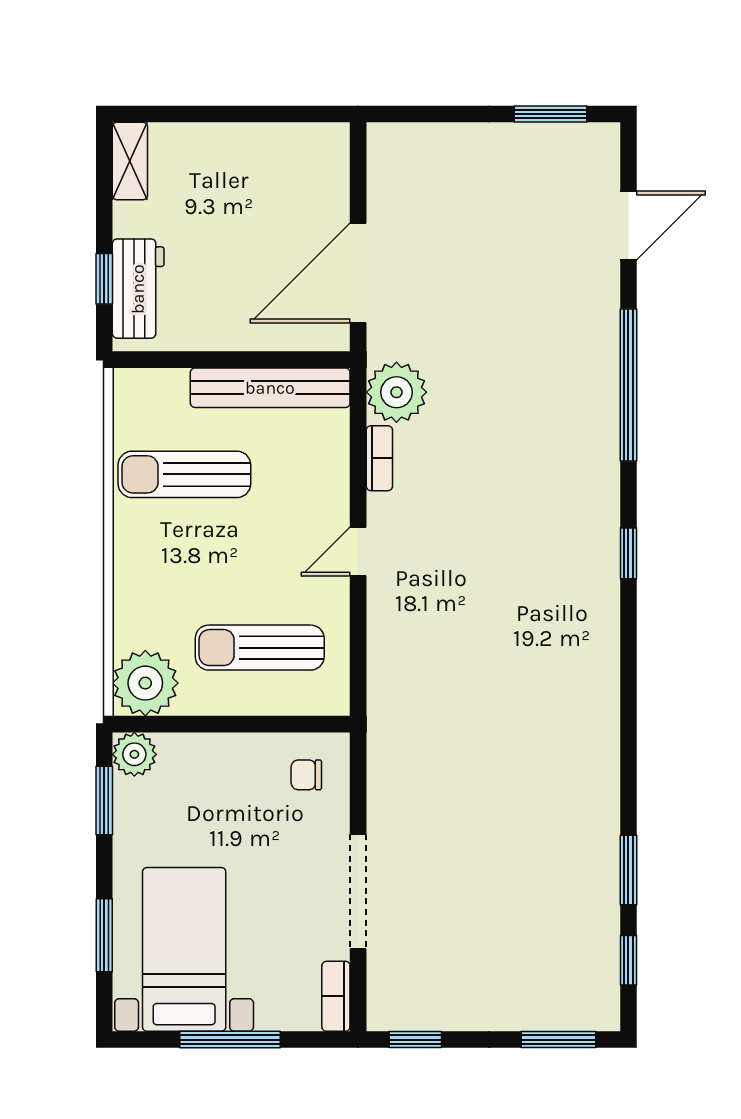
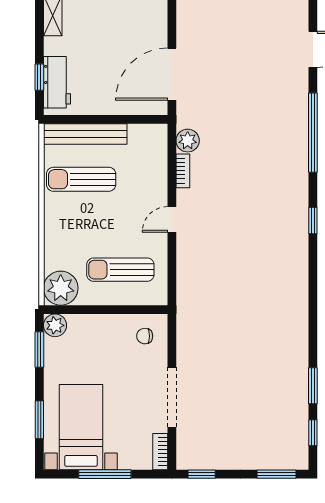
bench: (270, 388) -> (85, 134), moved
plant: (396, 392) -> (188, 141), width x0.73, depth x0.73

